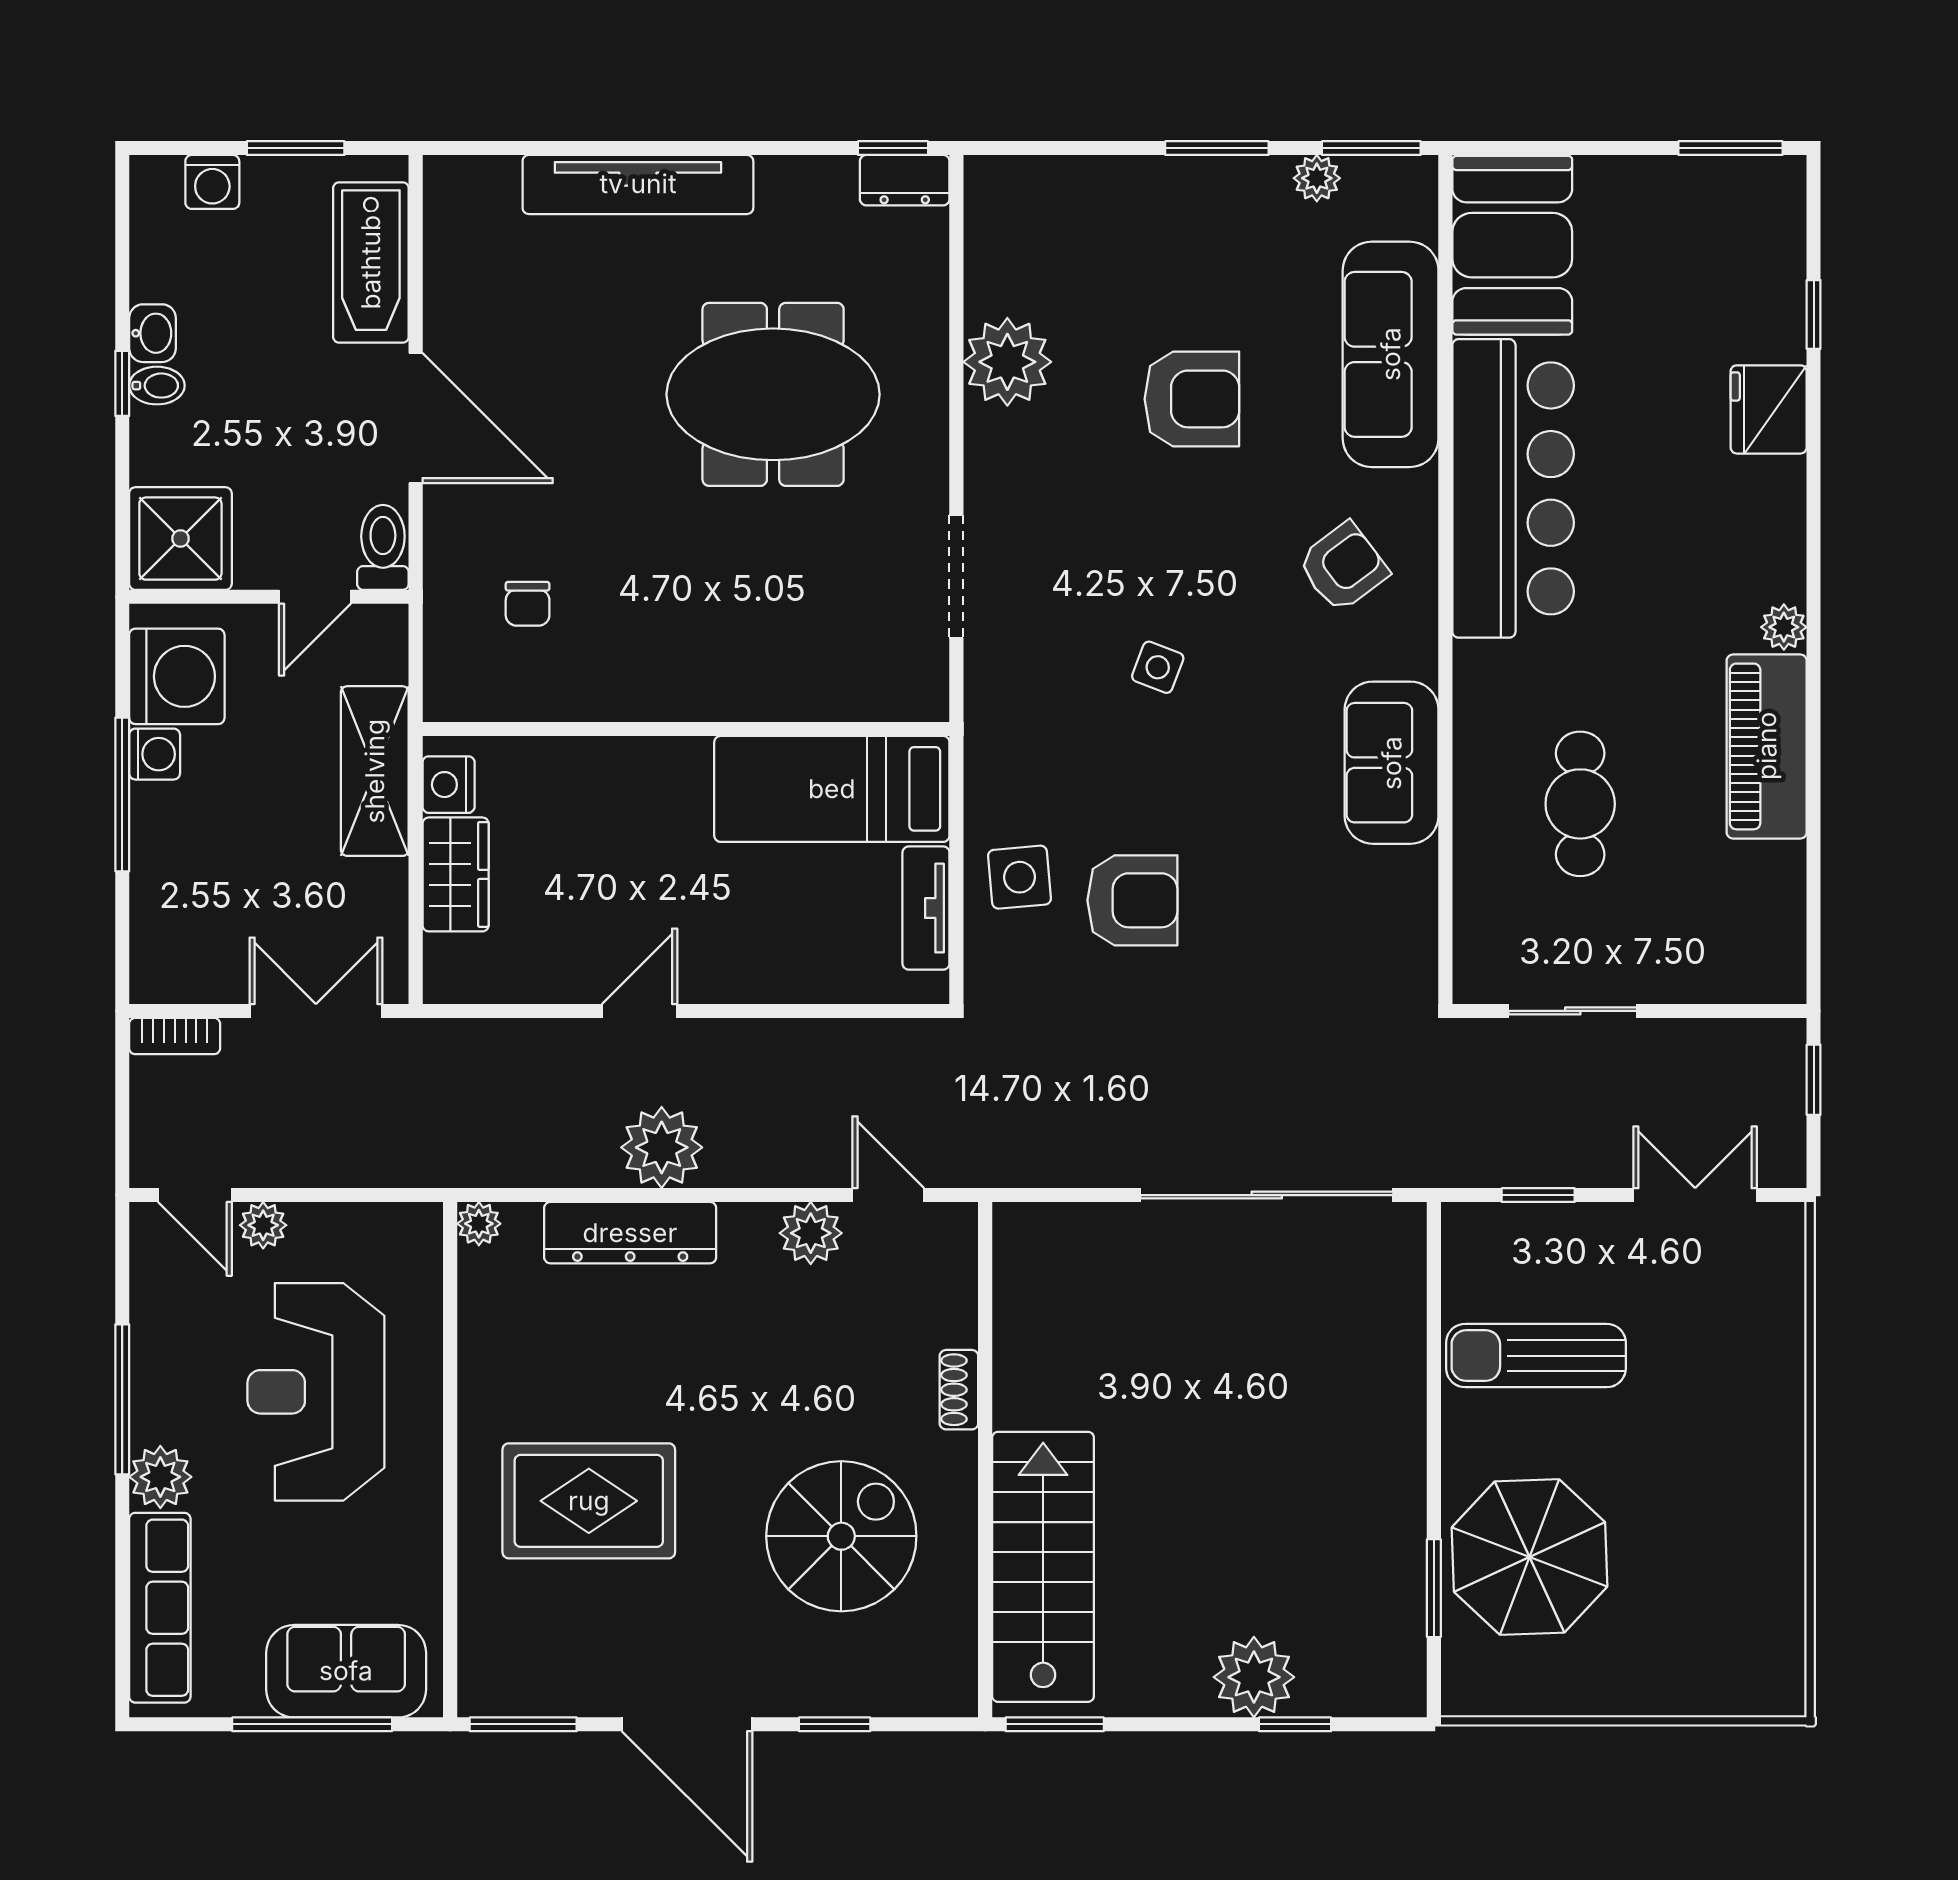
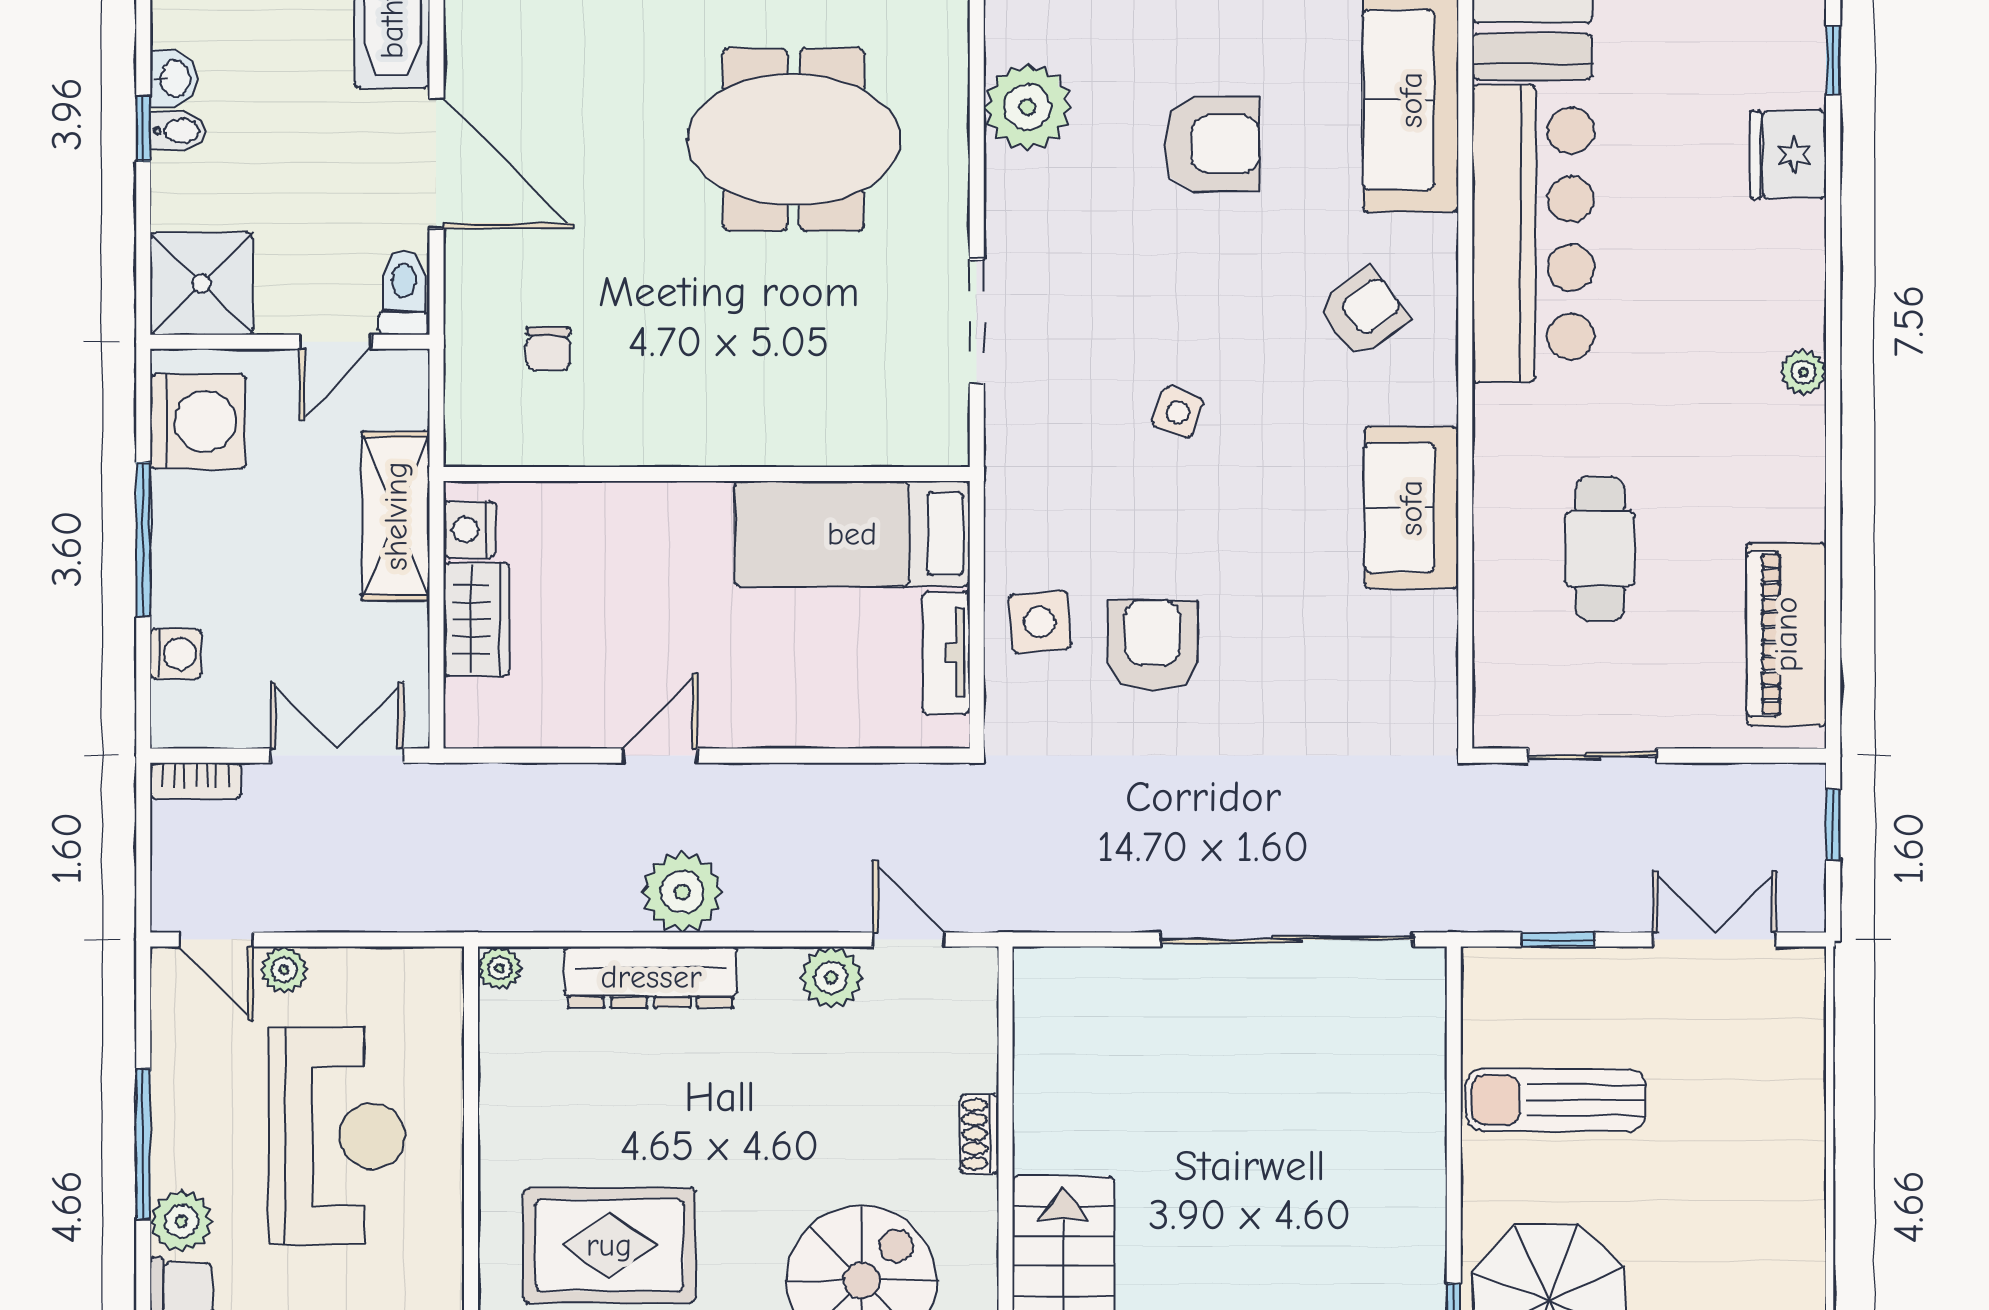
piano: (1767, 746) -> (1786, 634), moved
washing machine: (155, 754) -> (176, 654), moved
armchair: (1132, 900) -> (1153, 645), turned -90
reception desk: (316, 1392) -> (337, 1136), turned 180

